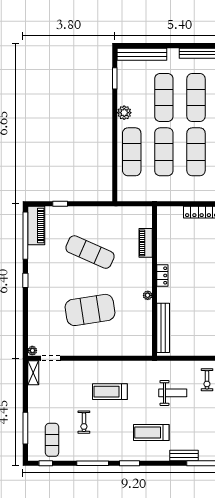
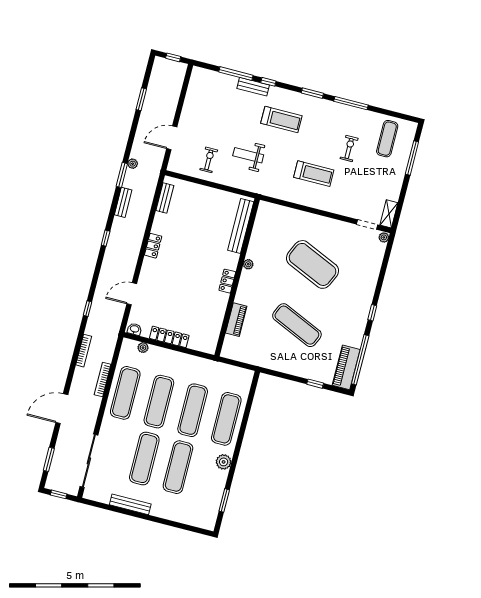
bench: (142, 54) -> (189, 518), removed
exercise mat: (90, 310) -> (313, 264), turned 33
window: (46, 463) -> (268, 82), moved

